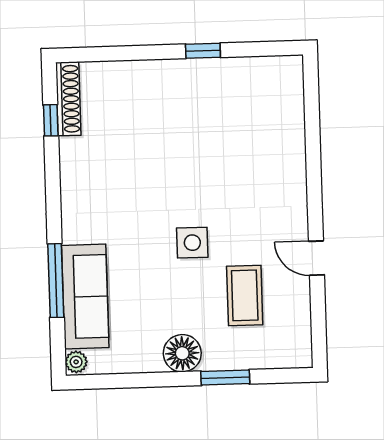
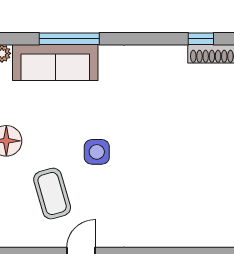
coffee table: (245, 295) -> (52, 194), turned 74

